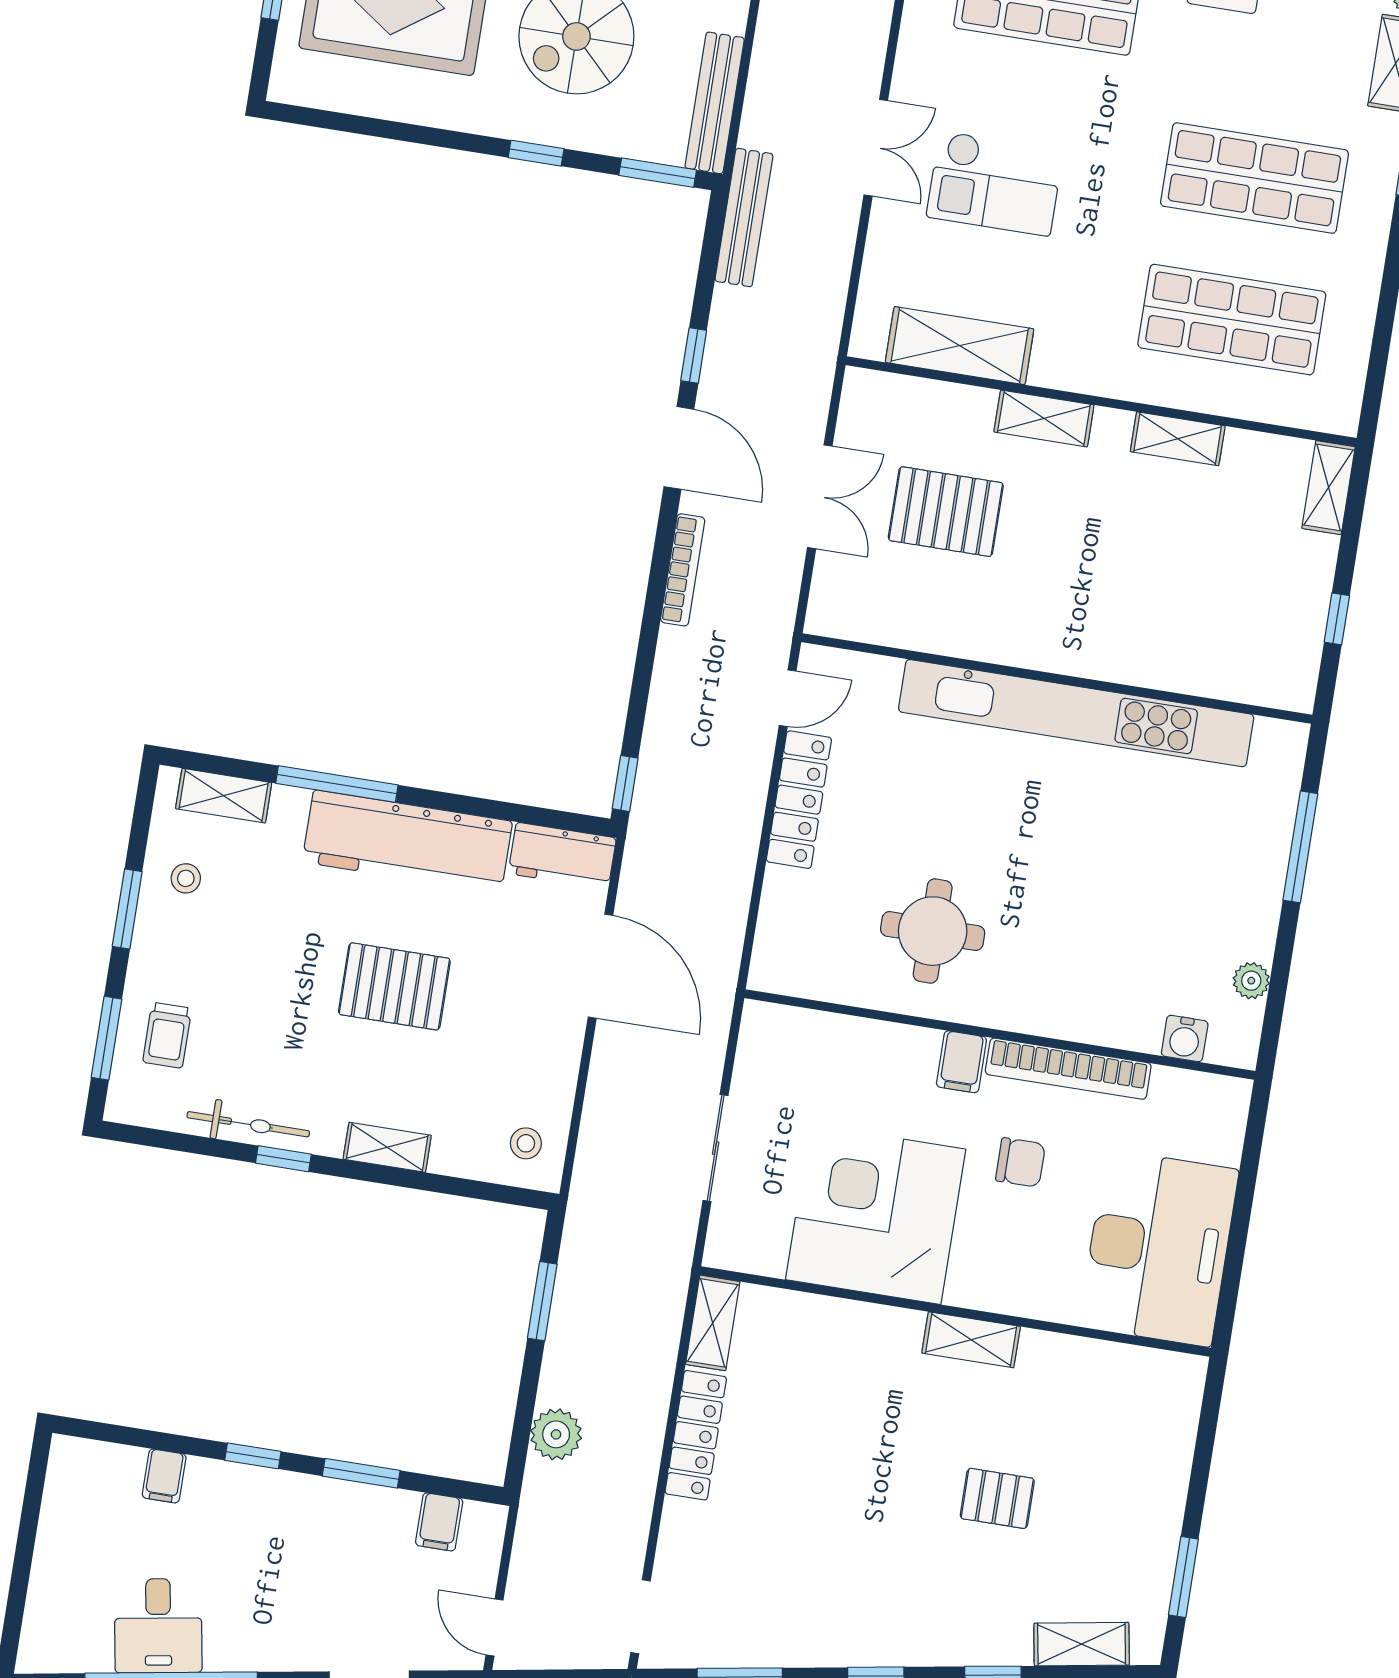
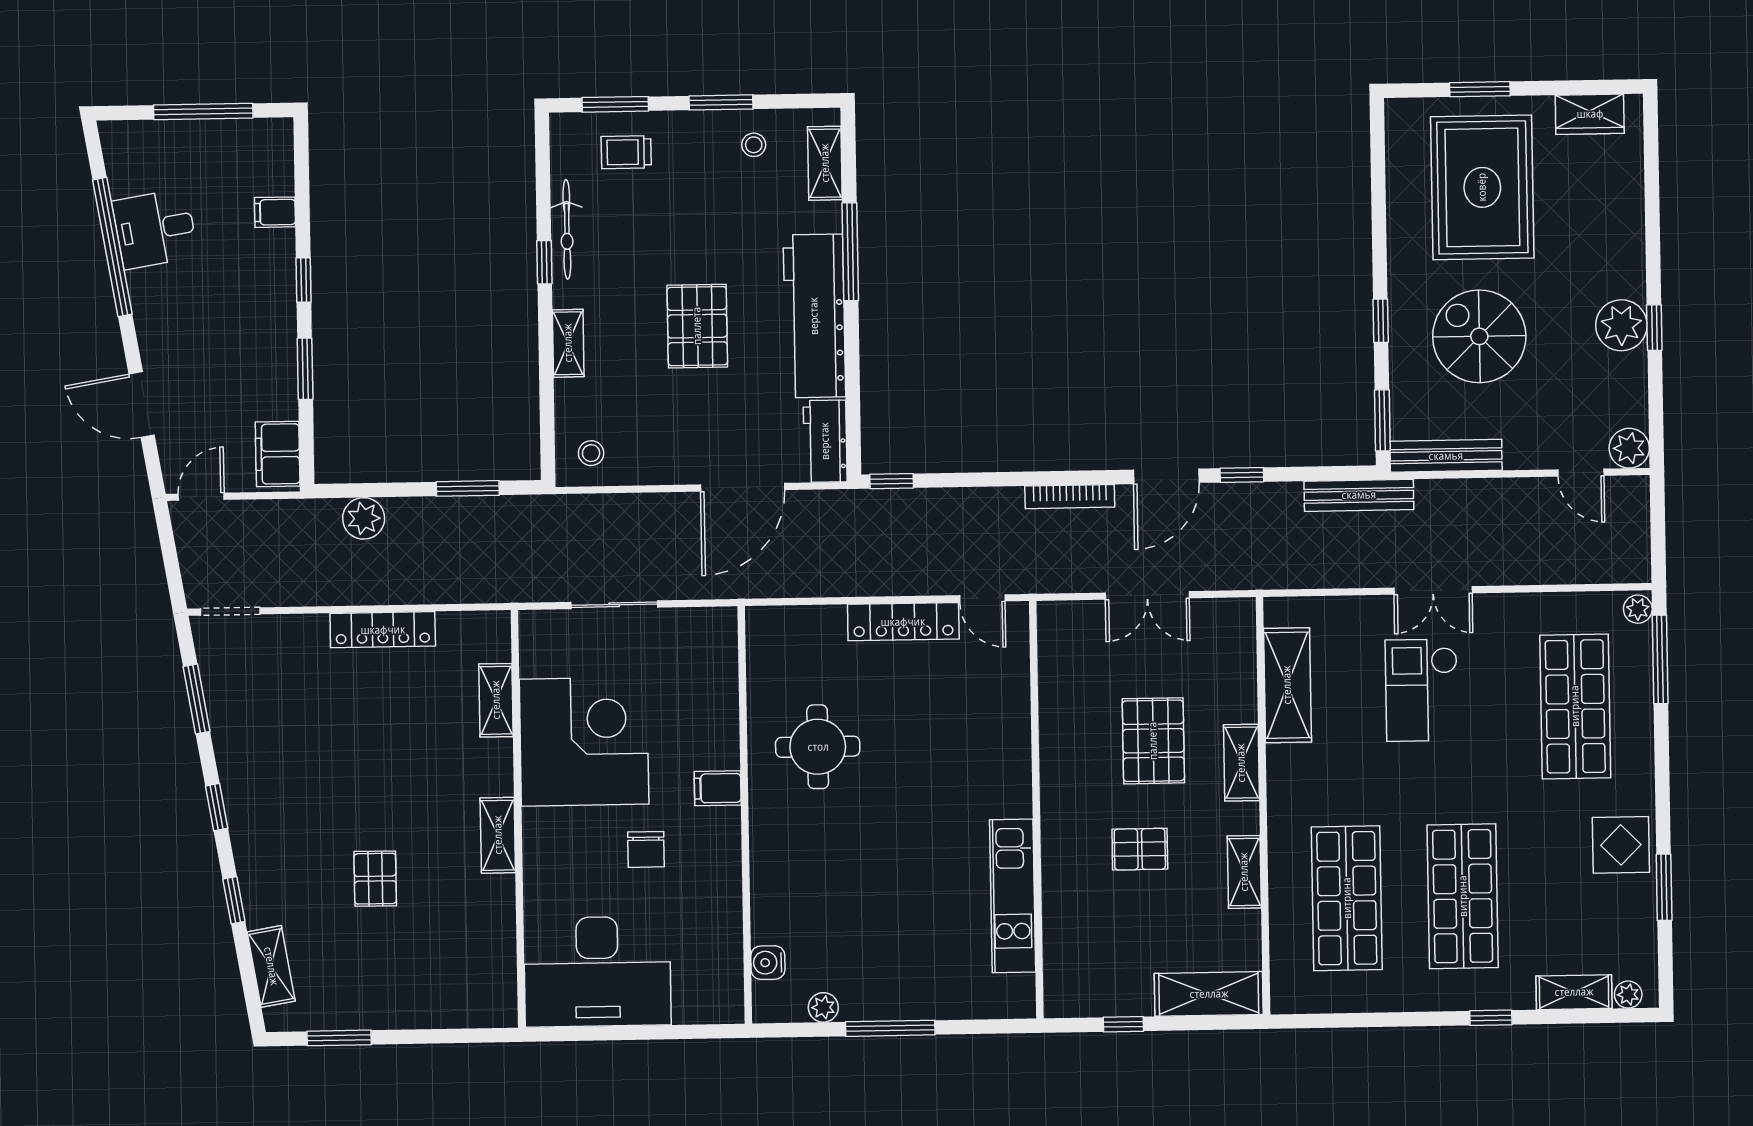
shelving: (1329, 488) -> (1209, 994), width x1.50, depth x1.33
pallet: (946, 512) -> (1153, 741), moved
pallet: (1127, 561) -> (1140, 849), added
kitchen unit: (1076, 713) -> (1013, 896), width x0.54
window: (1300, 847) -> (890, 1028), moved
bookcase: (1068, 1069) -> (727, 874), removed
shelving: (713, 1323) -> (496, 700), moved, turned 90
filing cabinet: (439, 1522) -> (278, 454), width x2.00
window: (26, 1541) -> (203, 112), added

